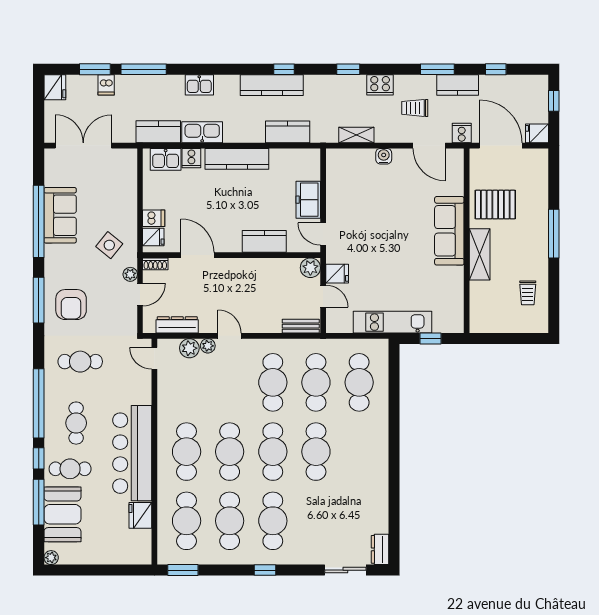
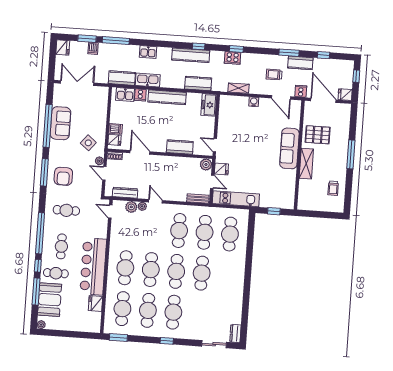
cooker: (380, 85) -> (233, 58), moved
freezer: (308, 200) -> (209, 105), moved
door: (140, 295) -> (104, 173), swing flipped
kitchen unit: (392, 322) -> (236, 199), moved

